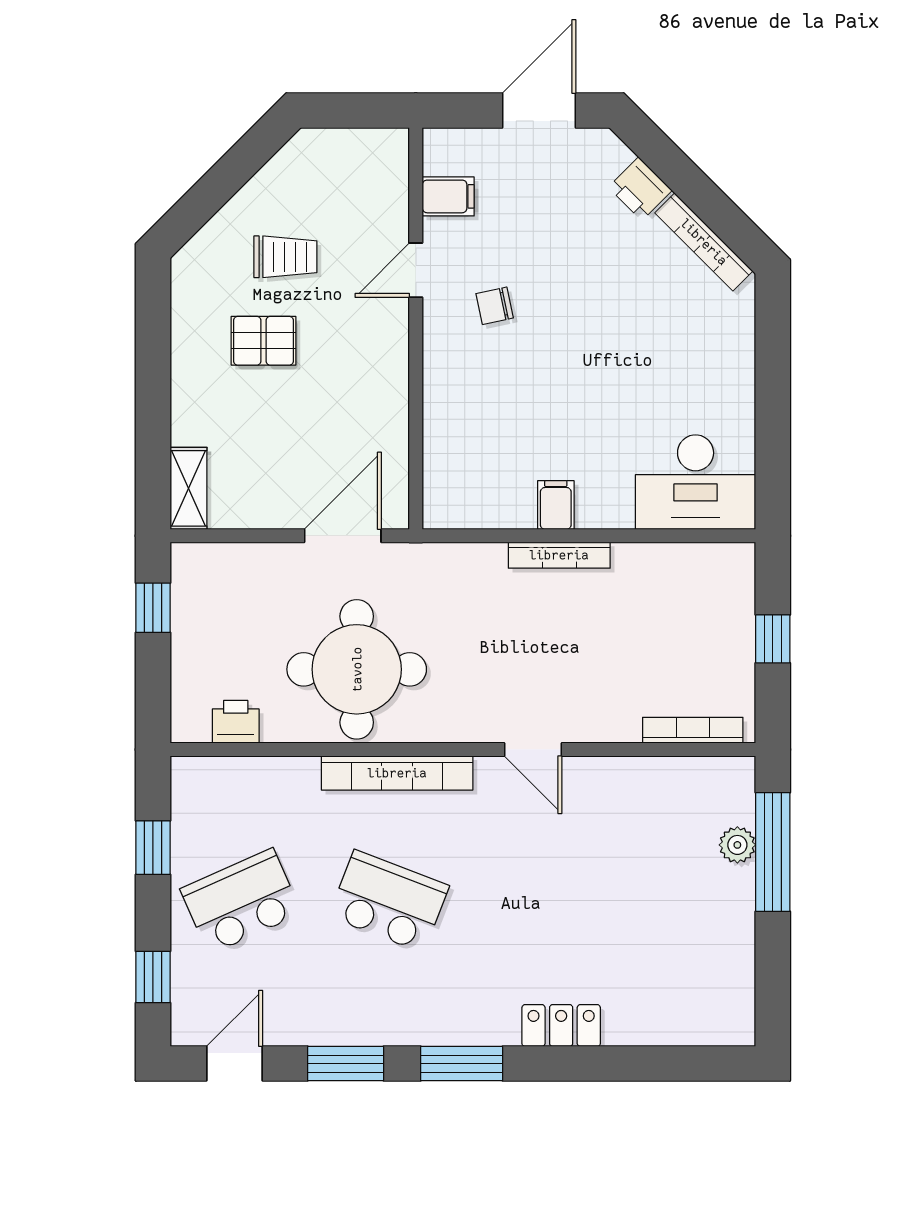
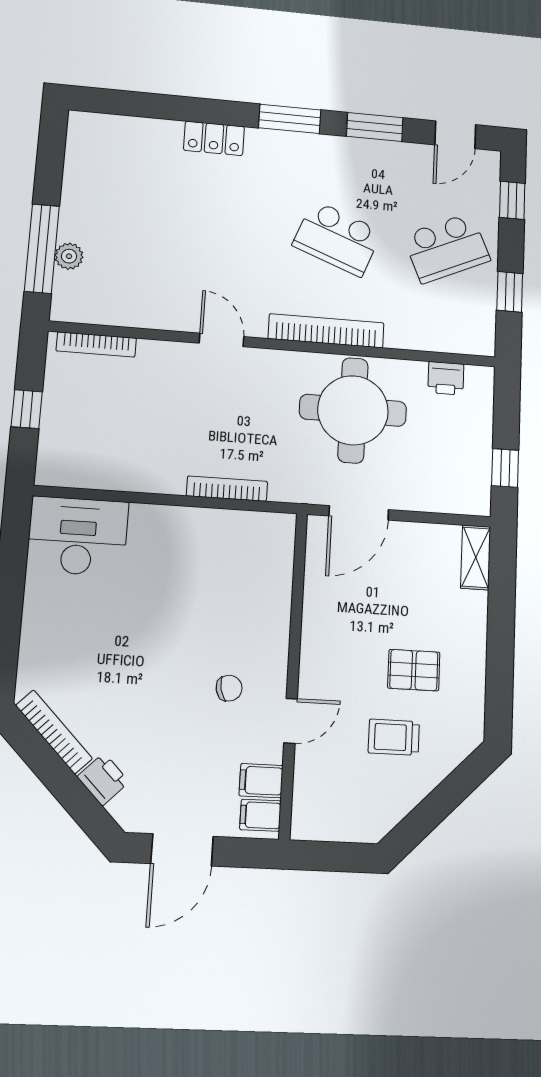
filing cabinet: (556, 505) -> (260, 815), moved, turned 90
bookcase: (559, 555) -> (227, 489), moved

